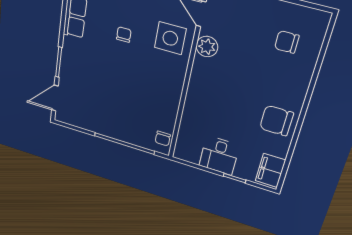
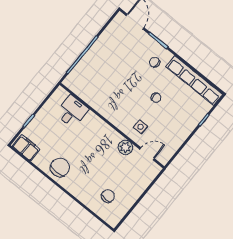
side table: (170, 38) -> (141, 127), width x0.54, depth x0.54
chair: (163, 139) -> (155, 62), moved
desk: (219, 155) -> (72, 111), moved, turned 90

